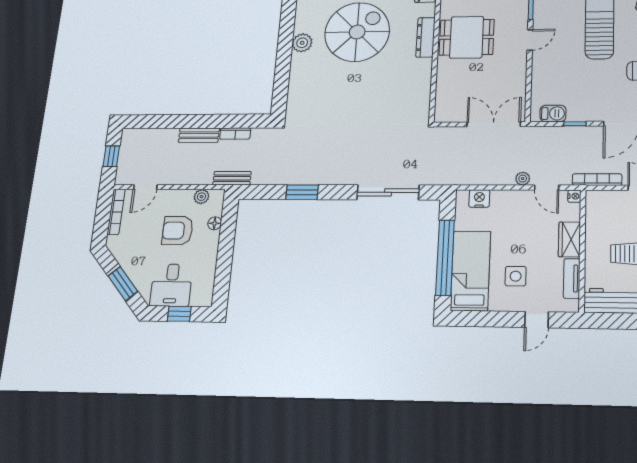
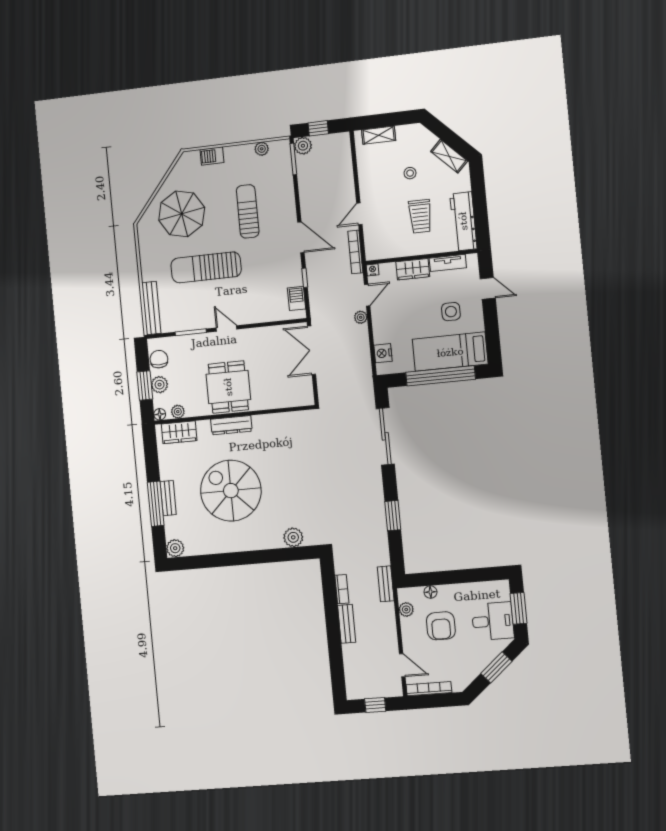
plant: (302, 43) -> (293, 537), moved
window: (179, 314) -> (519, 608), width x1.50

